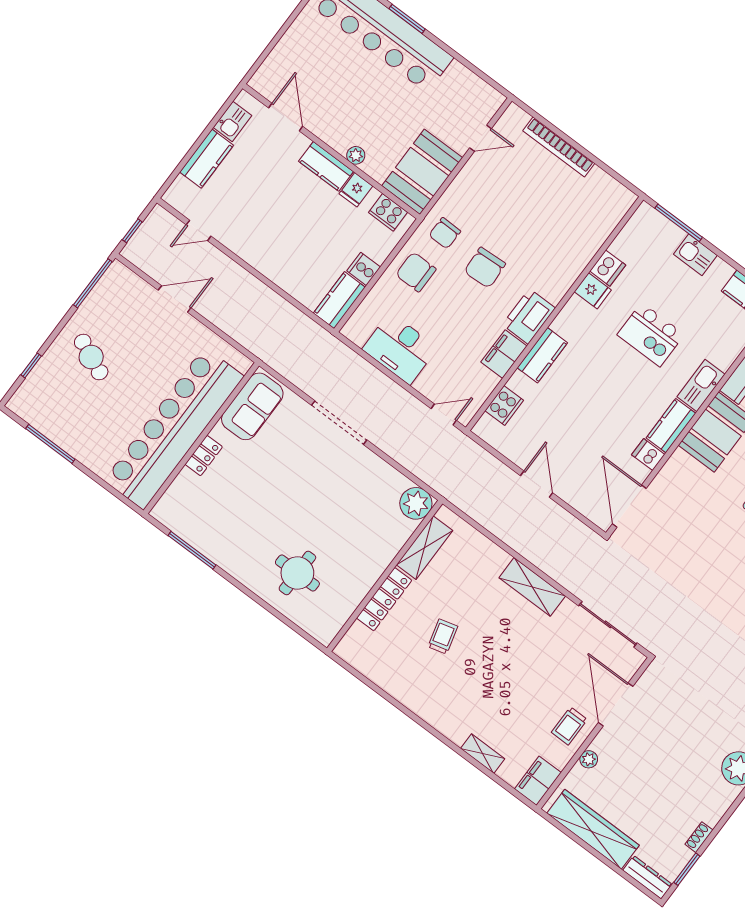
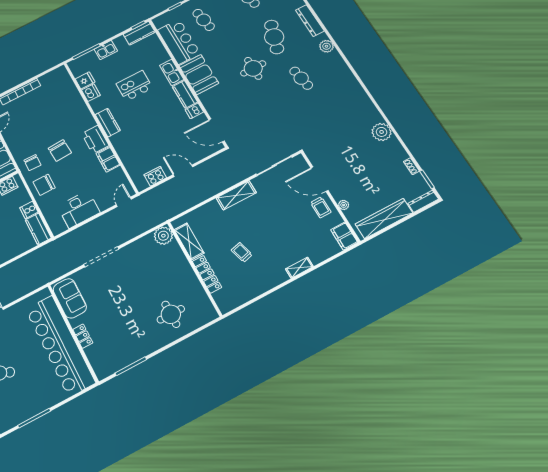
fridge: (593, 291) -> (85, 80), moved
kitchen island: (651, 335) -> (134, 86), turned 180
kitchen counter: (542, 355) -> (108, 123), moved
cooker: (504, 406) -> (155, 176), moved, turned -90
shelving: (483, 754) -> (299, 268), moved

